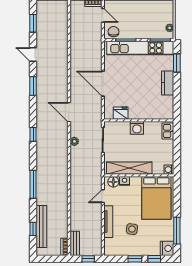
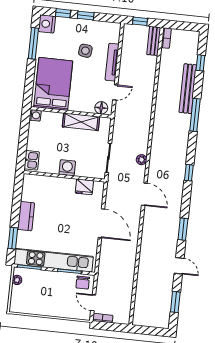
shelving: (129, 168) -> (81, 122), width x0.68
nightstand: (125, 181) -> (88, 107), removed
bench: (41, 226) -> (188, 89), moved

